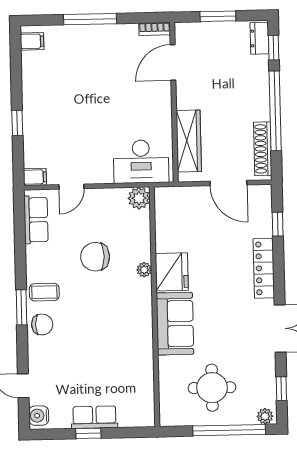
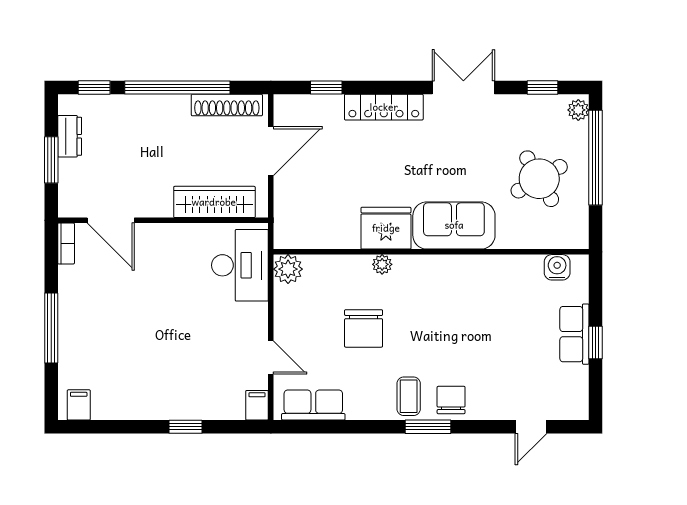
dresser: (260, 38) -> (70, 136), moved, turned -90
round table: (212, 388) -> (539, 179), turned -30
water cooler: (39, 416) -> (557, 267), moved, turned 180

